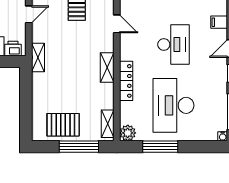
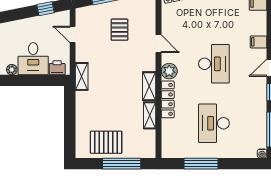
door: (29, 14) -> (73, 34), swing flipped
desk: (173, 105) -> (214, 123), width x0.73, depth x0.77
shelving: (108, 124) -> (150, 115), moved
plant: (128, 133) -> (169, 71), moved

